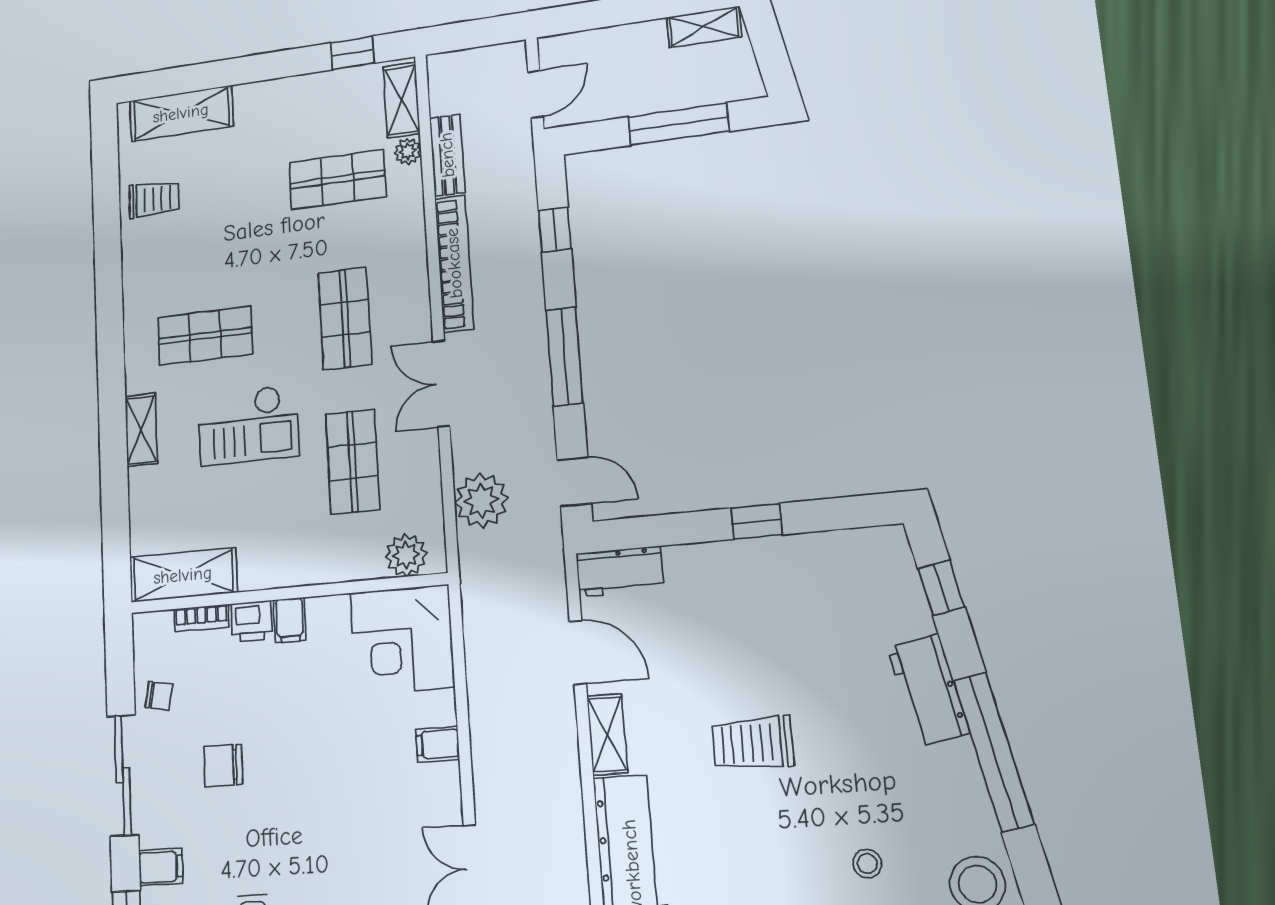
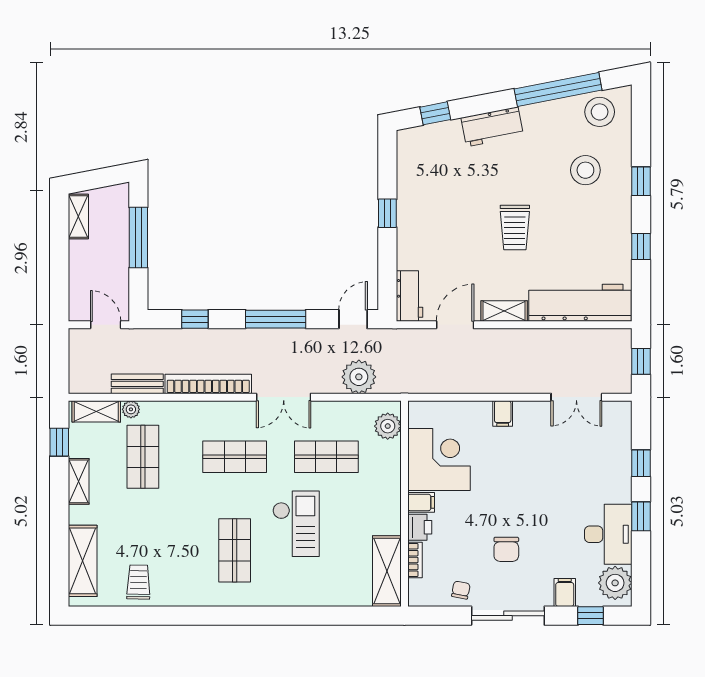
shelving: (141, 430) -> (79, 481), moved, turned 90
corner desk: (402, 640) -> (439, 460), moved, turned -90
window: (994, 752) -> (558, 89), moved
stool: (867, 864) -> (585, 170), width x1.89, depth x1.89

